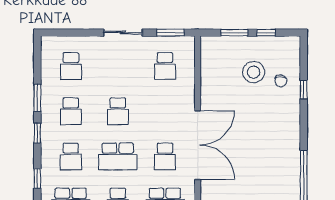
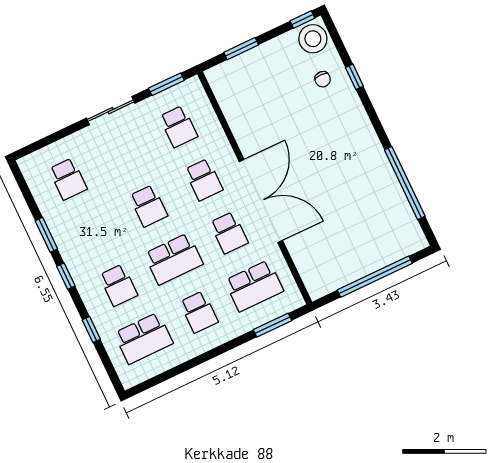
window: (266, 33) -> (302, 20), moved
stool: (254, 72) -> (313, 39), moved
school desk: (71, 111) -> (204, 180), moved

